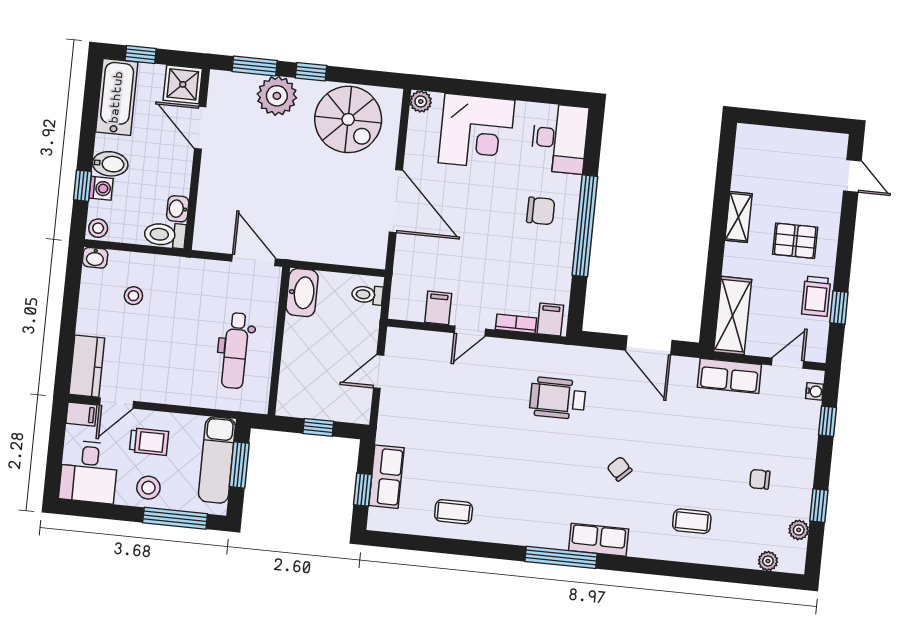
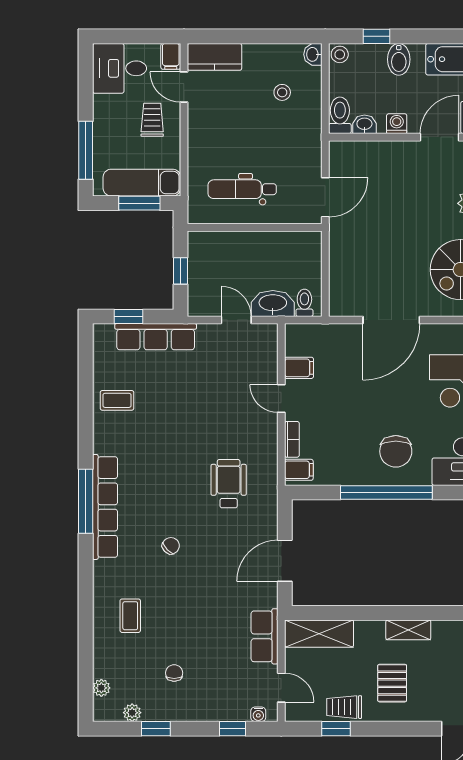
washing machine: (101, 188) -> (397, 124), moved, turned 180
chair: (541, 211) -> (396, 451), width x1.37, depth x1.37
washbasin: (302, 293) -> (273, 303), moved, turned 180
trolley: (149, 442) -> (152, 120), turned 180
row of seats: (386, 477) -> (156, 337), width x1.48
stool: (148, 488) -> (111, 123), removed
coffee table: (454, 512) -> (117, 400), turned 90
row of seats: (599, 540) -> (105, 507), width x2.02

